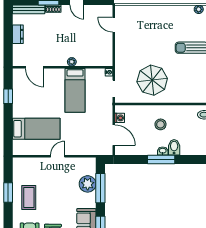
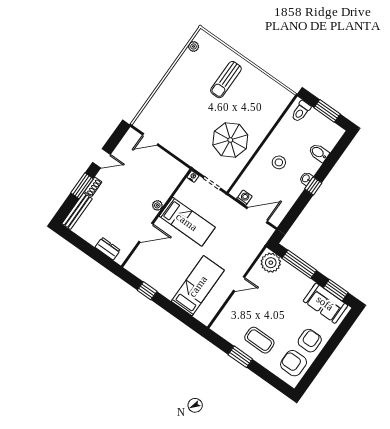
dresser: (18, 34) -> (108, 249), moved
door: (35, 67) -> (146, 233), moved
bidet: (174, 147) -> (319, 153), moved
door: (58, 156) -> (239, 284), swing flipped
window: (161, 160) -> (313, 186), width x0.46
plant: (88, 184) -> (271, 263), moved

